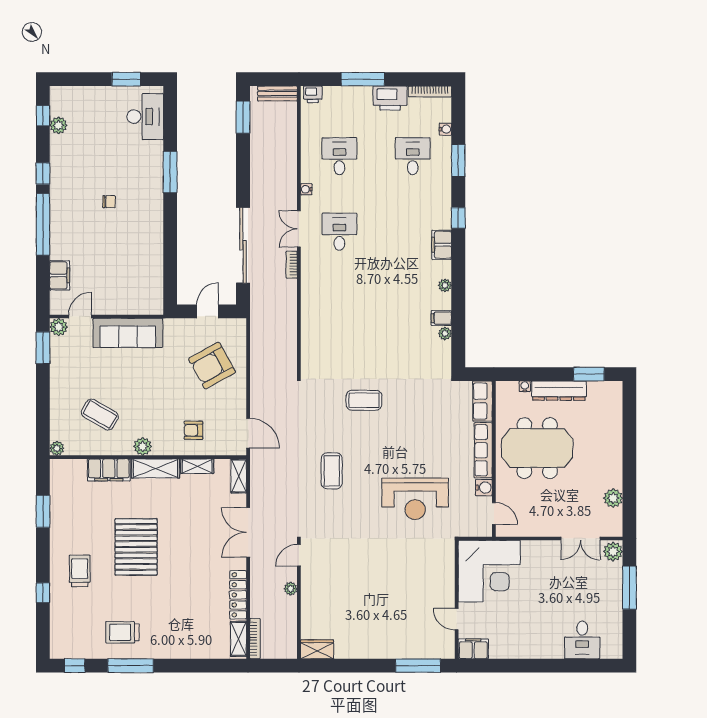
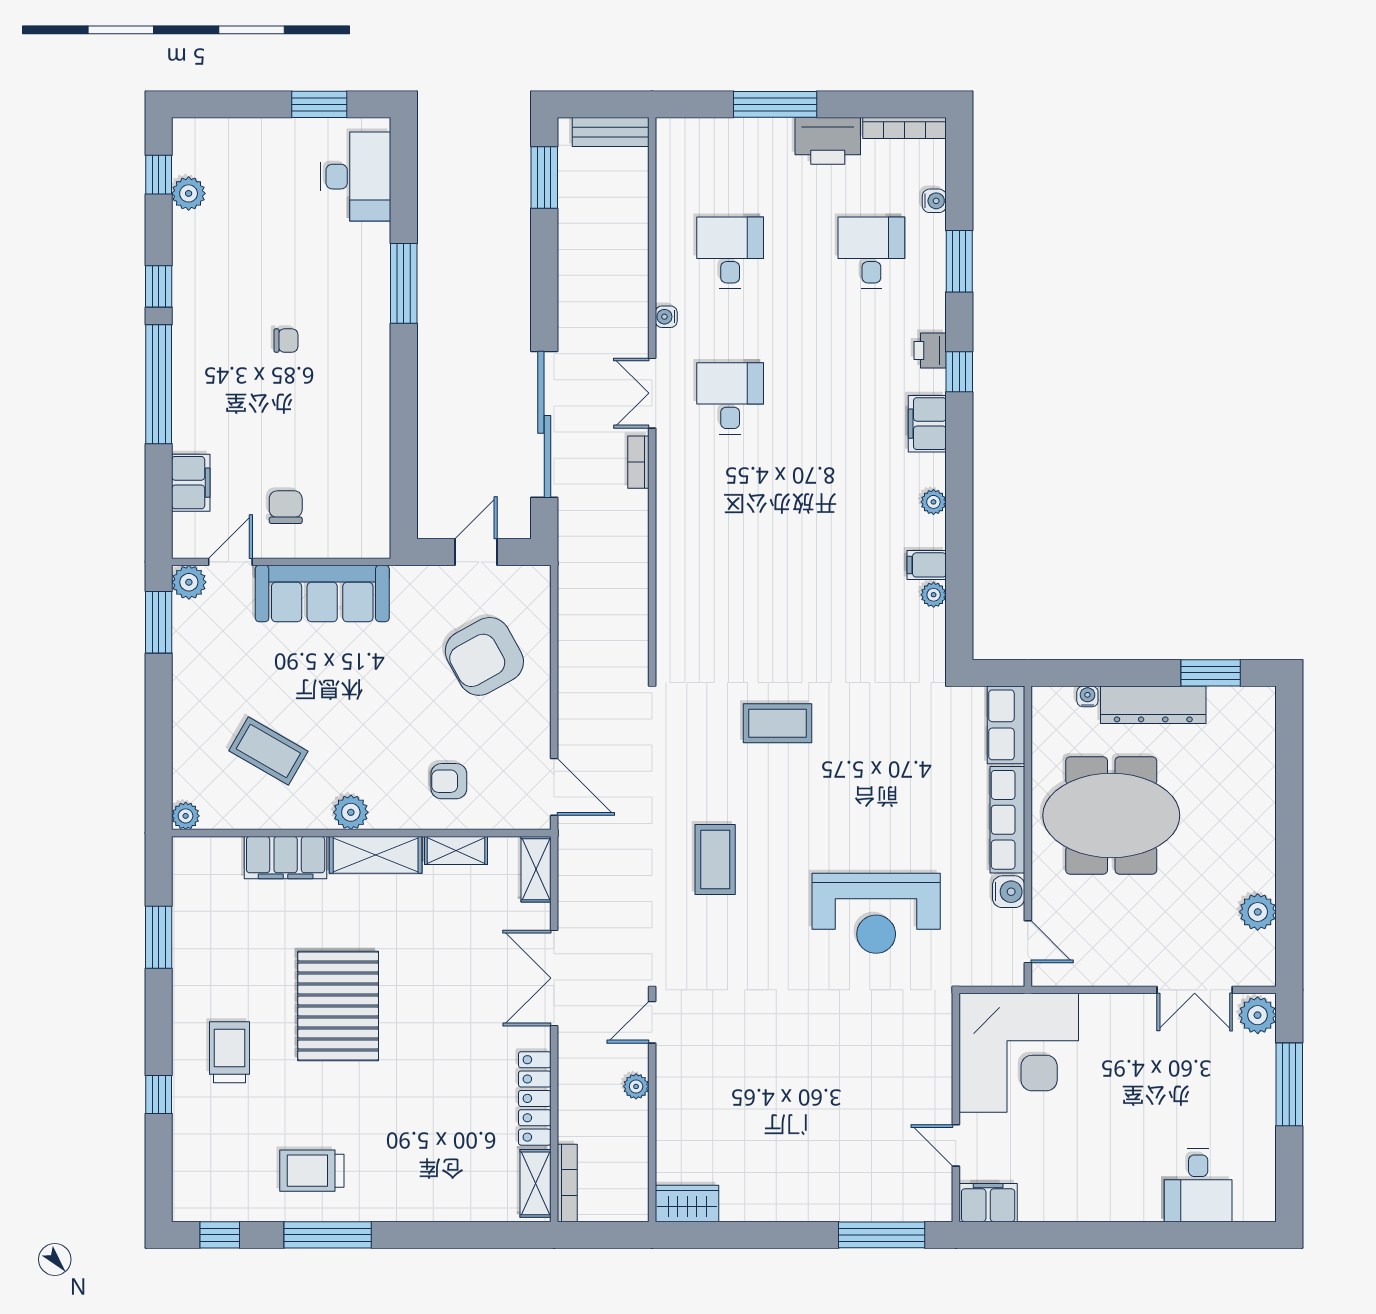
printer: (313, 94) -> (930, 351), moved, turned 90
chair: (109, 288) -> (286, 507), added

